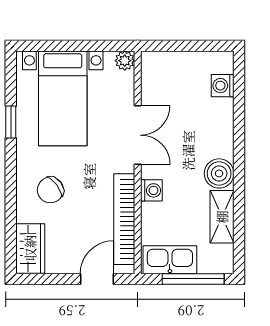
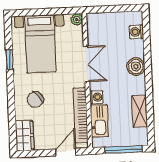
boiler: (219, 173) -> (136, 67), moved
kitchen sink: (170, 260) -> (99, 121), moved, turned 90

